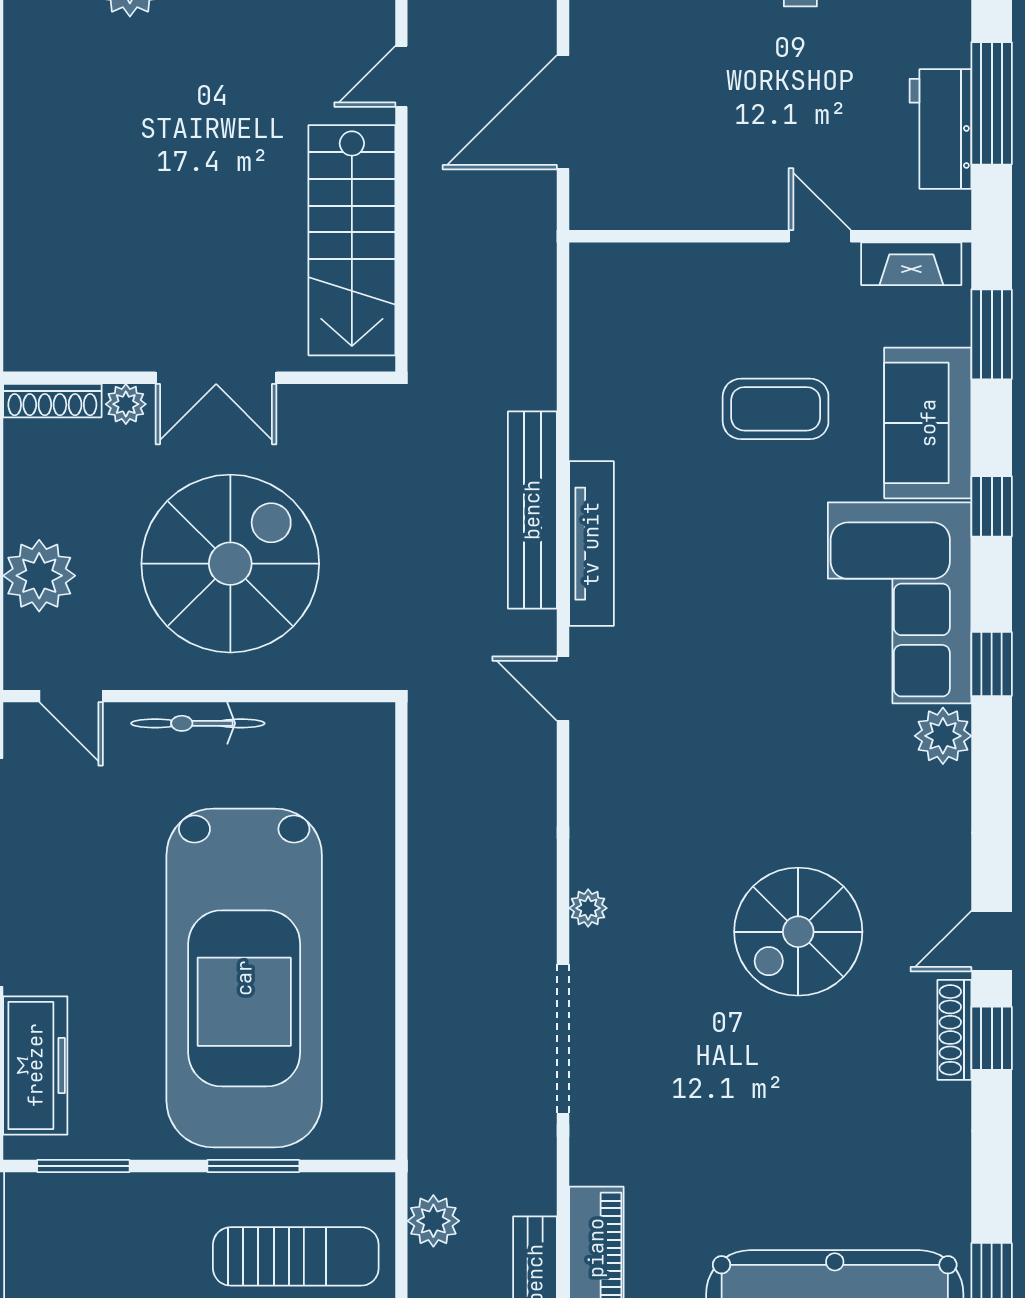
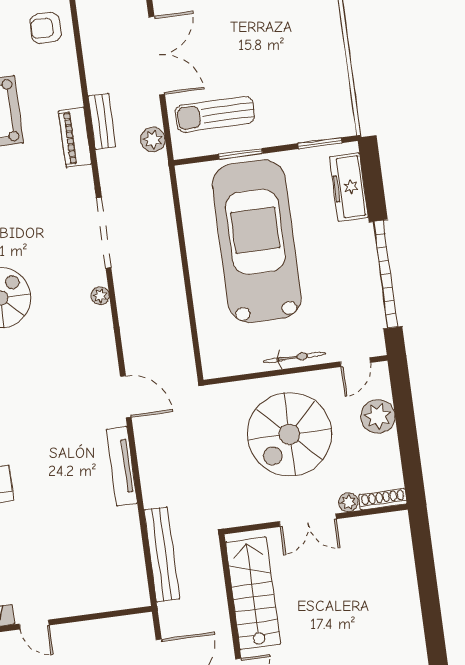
double door: (216, 378) -> (308, 520), swing flipped
coffee table: (776, 409) -> (44, 541), removed
bench: (532, 510) -> (162, 555), moved
door: (563, 689) -> (126, 397), width x1.38
door: (71, 696) -> (355, 362), swing flipped

